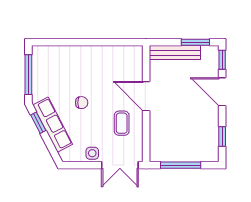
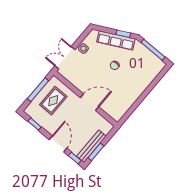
bench: (175, 53) -> (91, 146), moved
door: (222, 92) -> (58, 144), hinge flipped
coffee table: (122, 123) -> (86, 77), removed
rug: (179, 138) -> (53, 101), added

